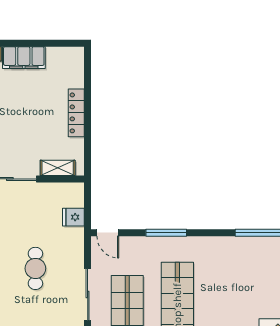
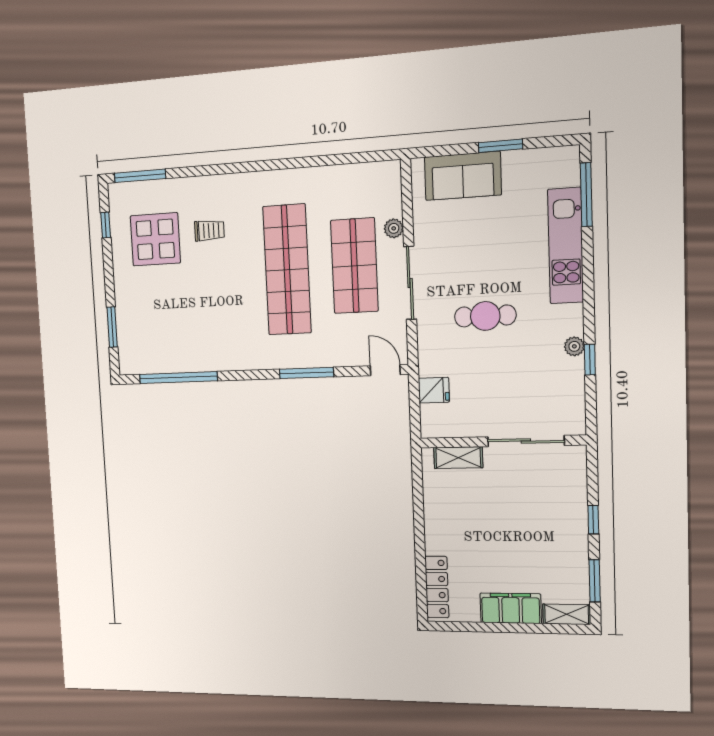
locker: (76, 113) -> (437, 587), moved
cafe table: (35, 268) -> (485, 316), turned 90

